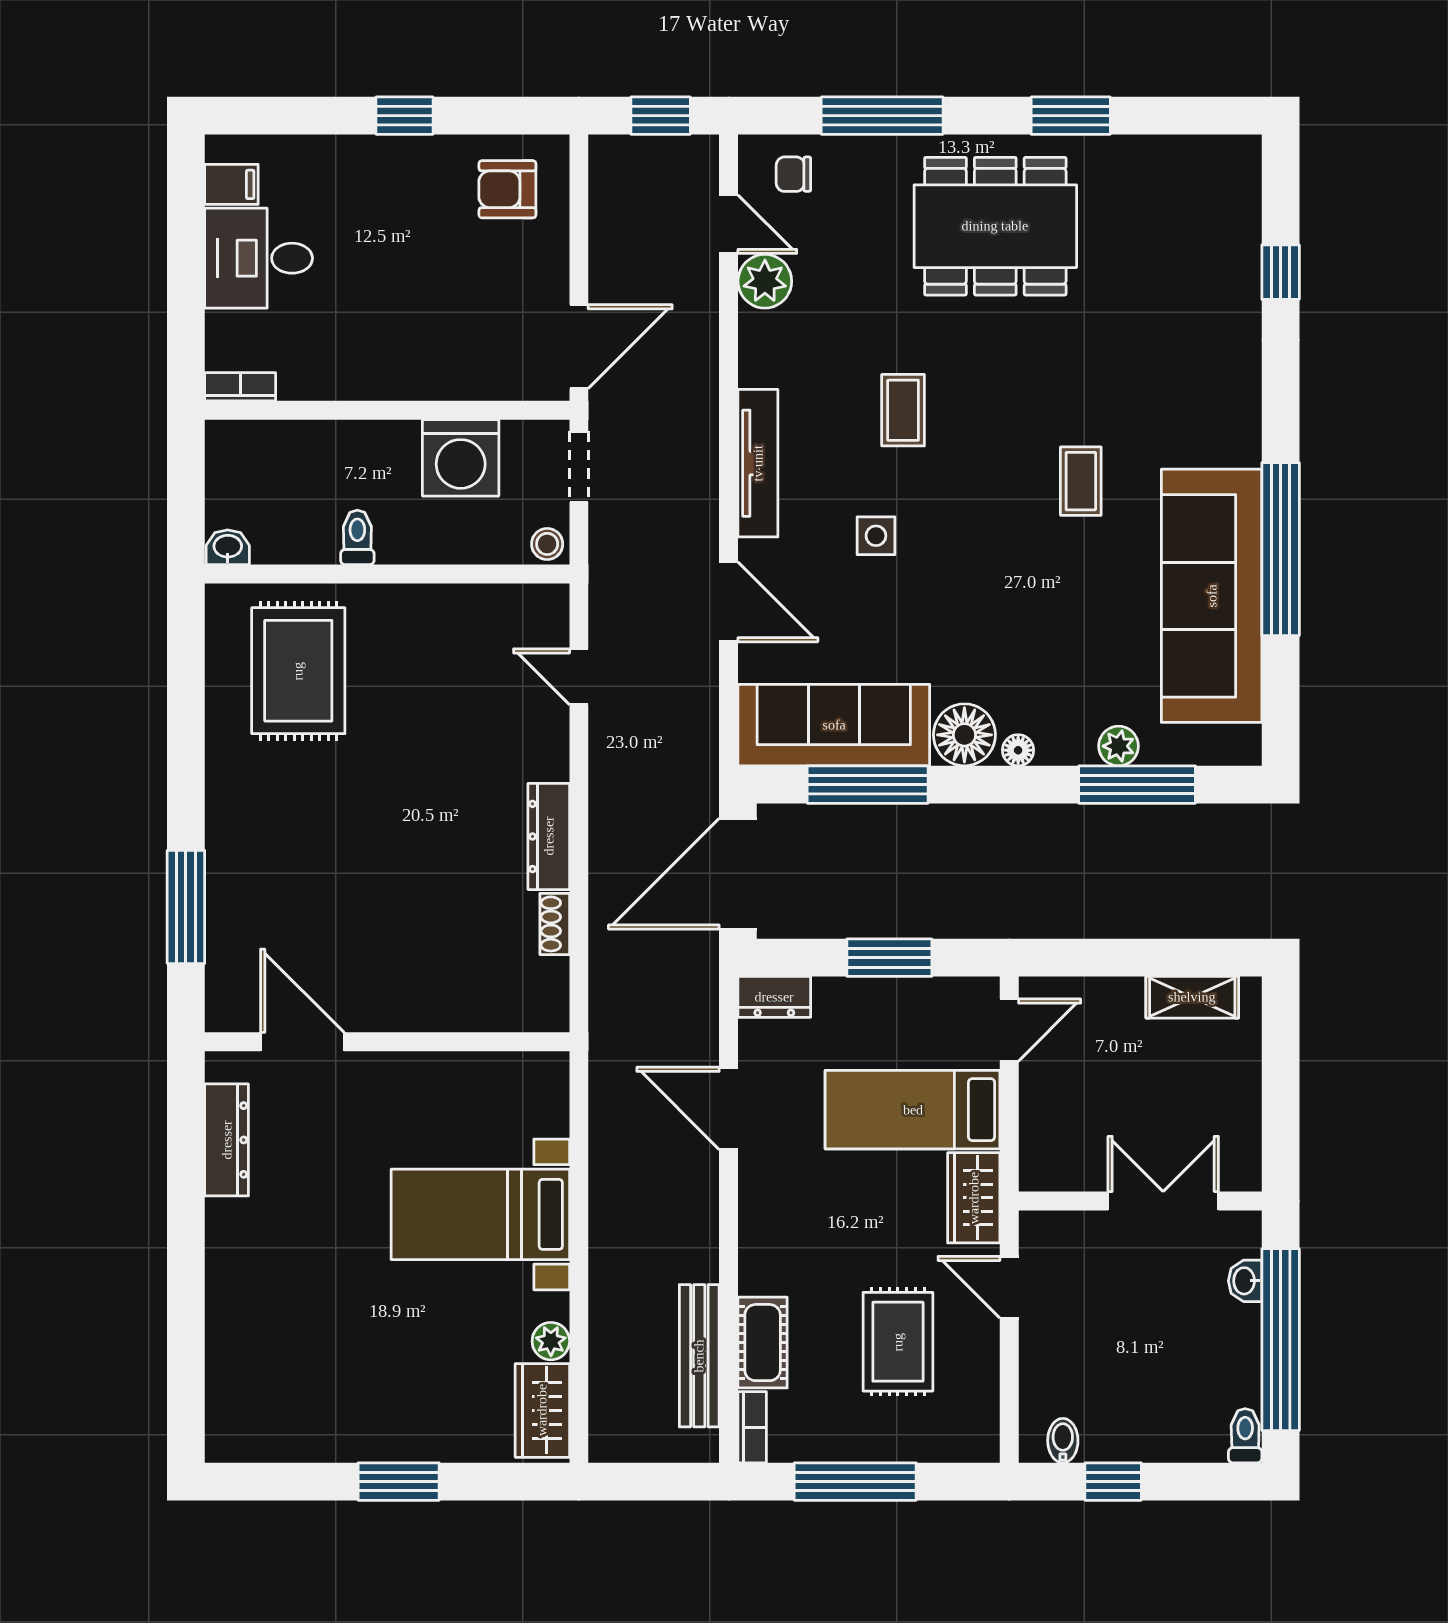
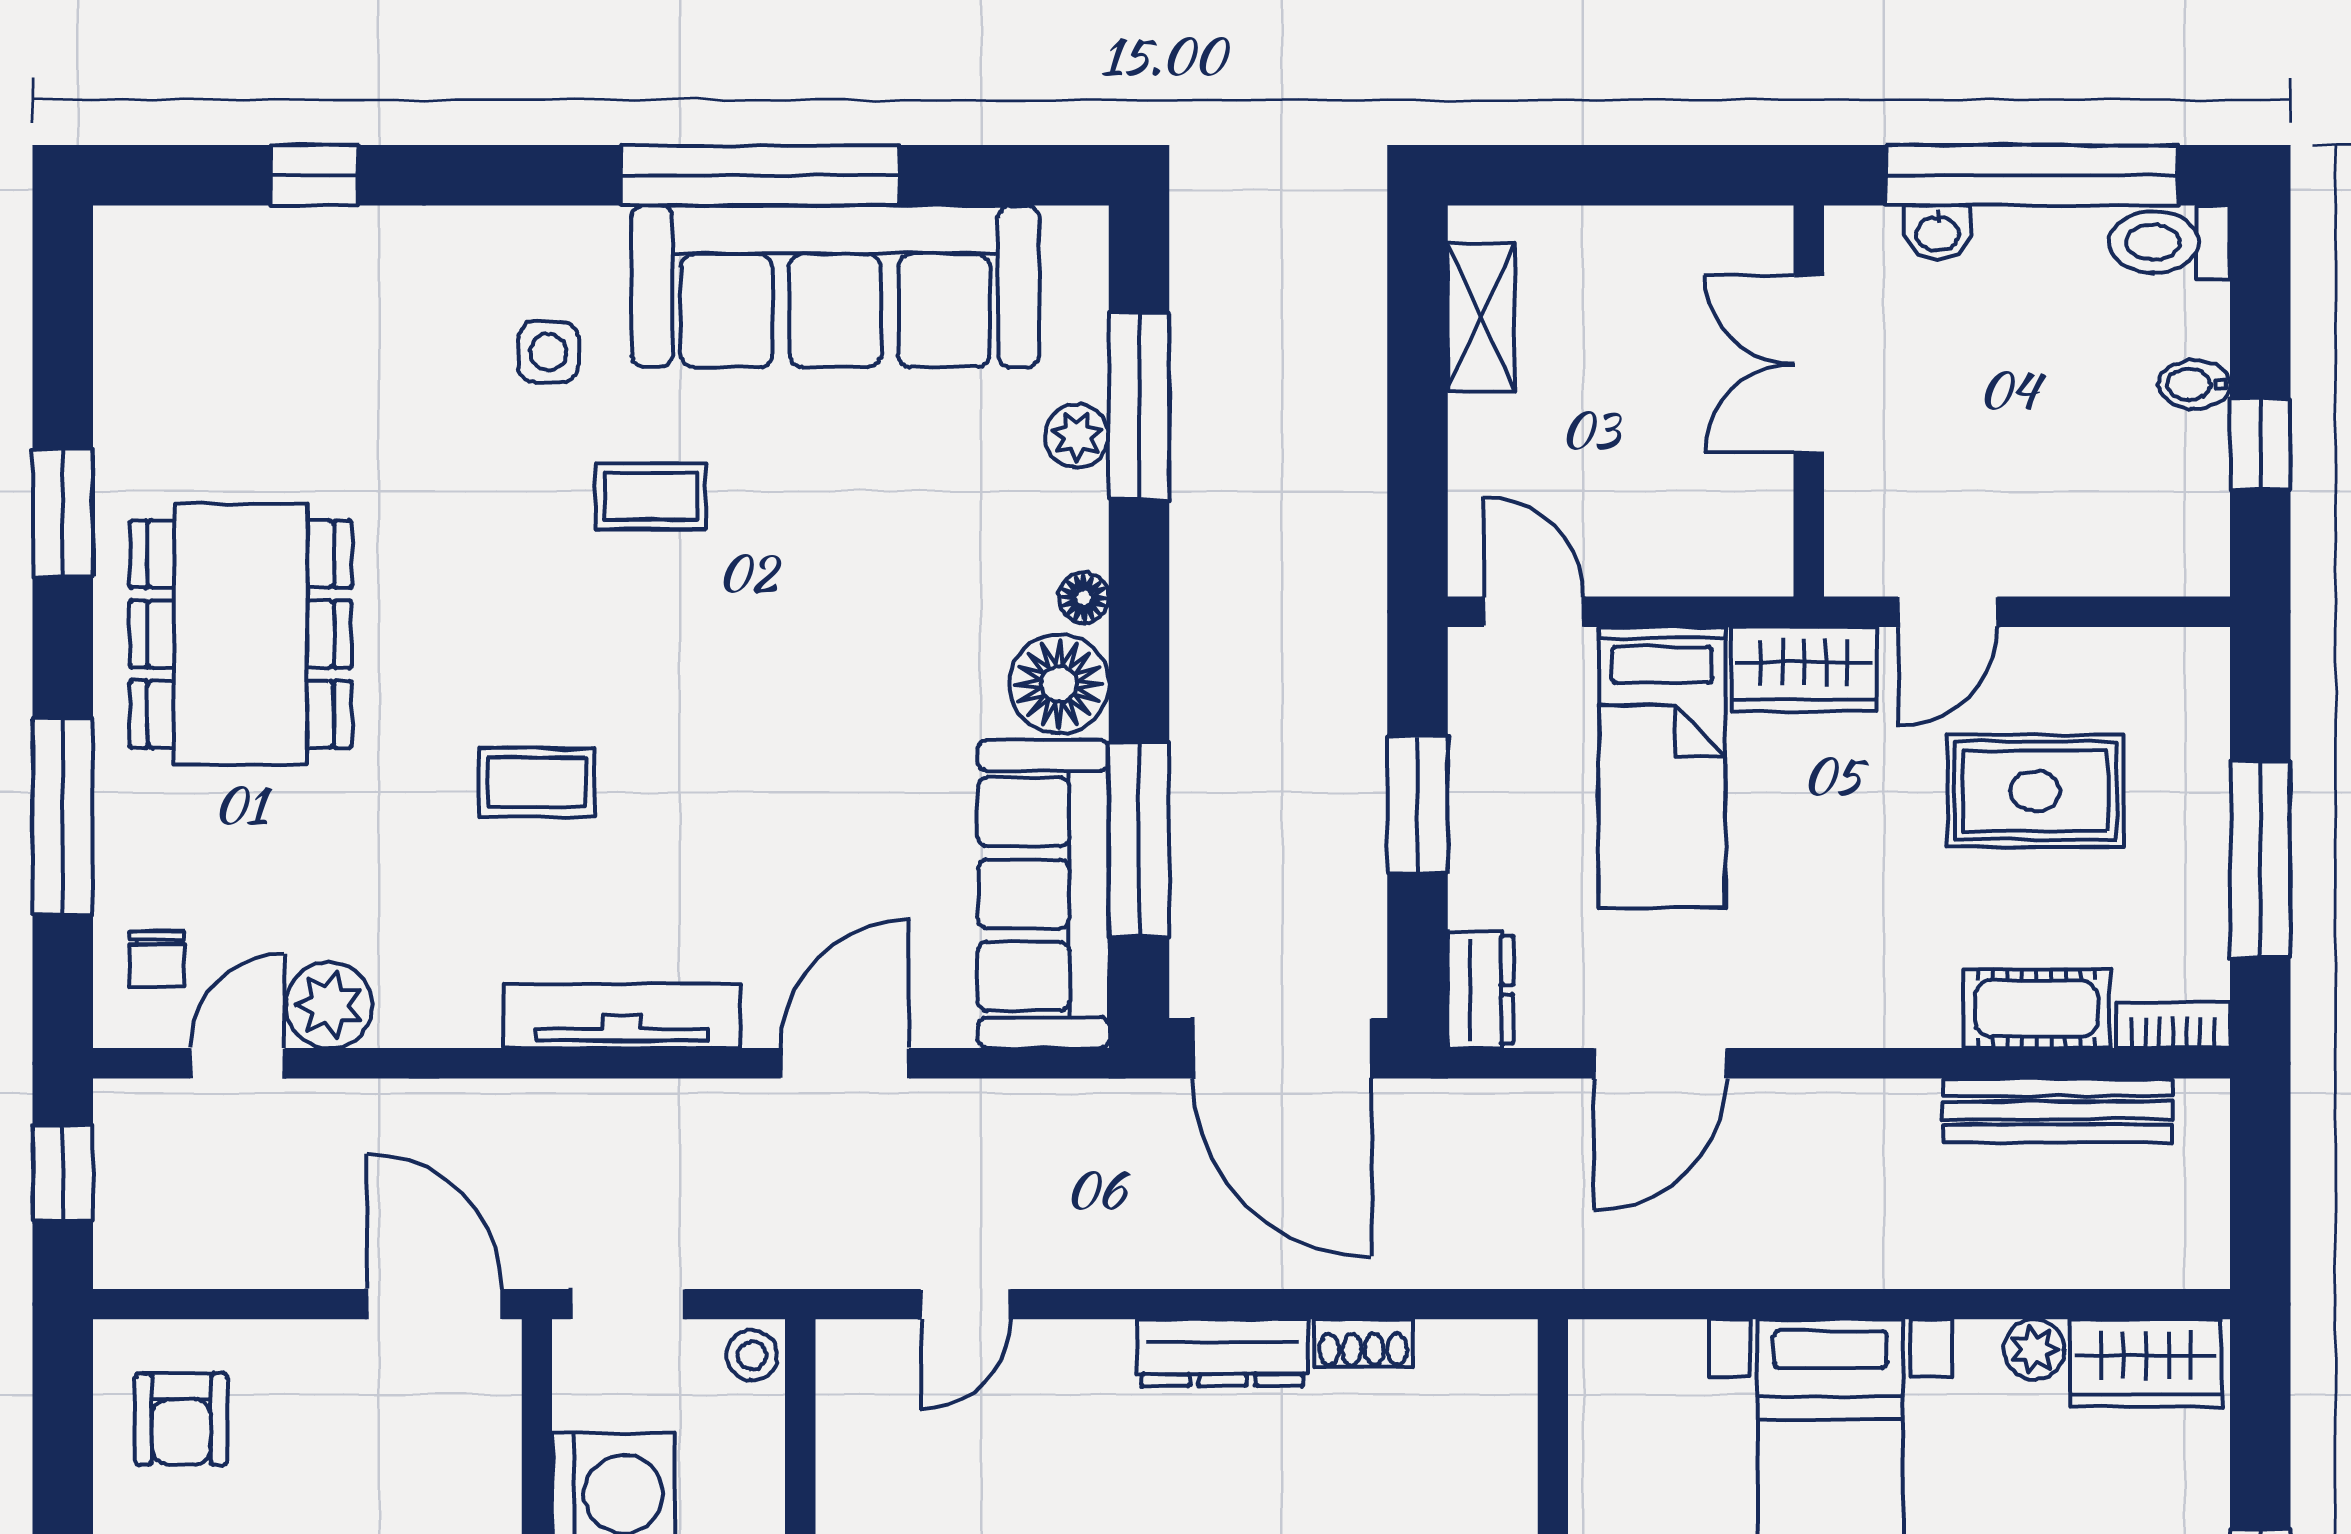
side table: (876, 536) -> (548, 352), moved
toilet: (1245, 1436) -> (2170, 242), width x1.37, depth x1.39
bidet: (1063, 1441) -> (2194, 384), moved

